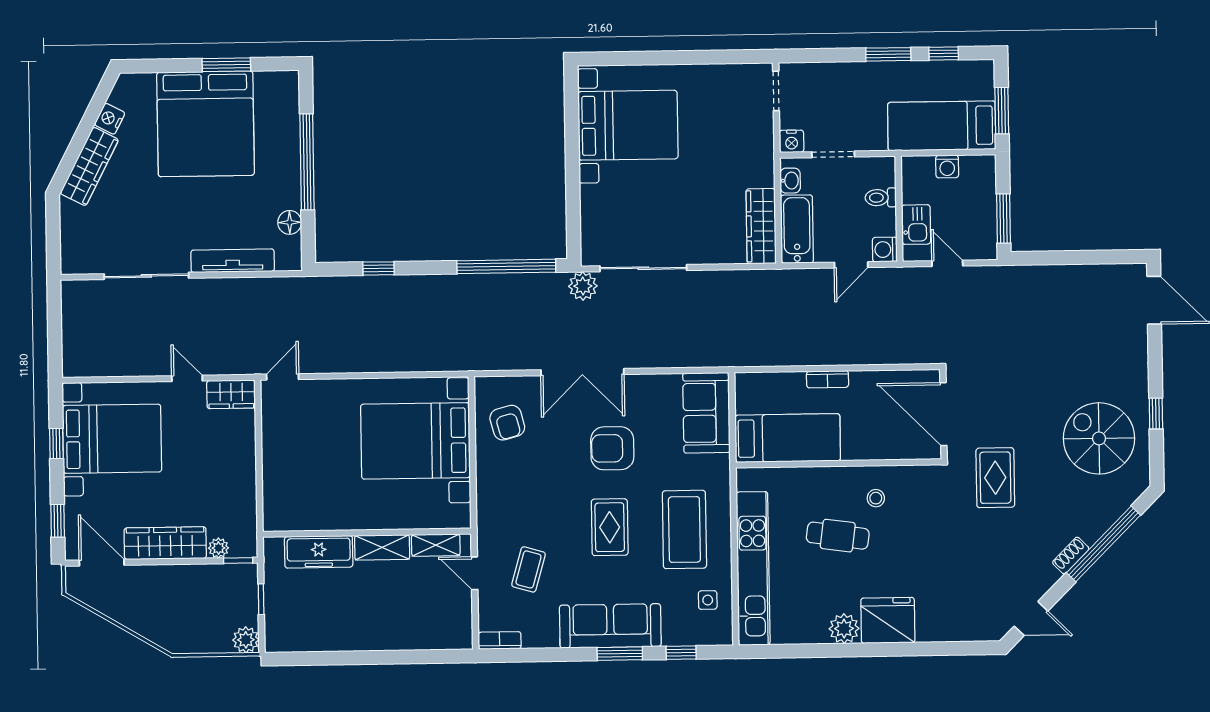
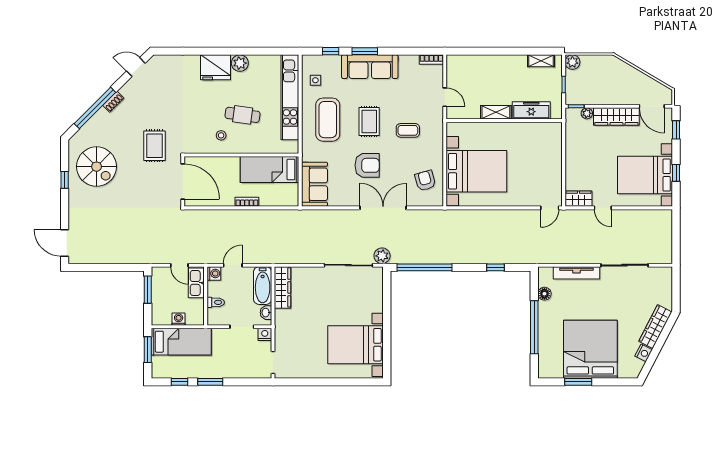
kitchen sink: (916, 225) -> (196, 283), width x1.38
shelving: (436, 545) -> (541, 61), moved
coffee table: (528, 569) -> (408, 130), moved, turned 74

